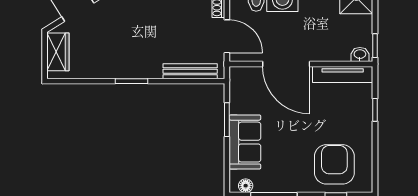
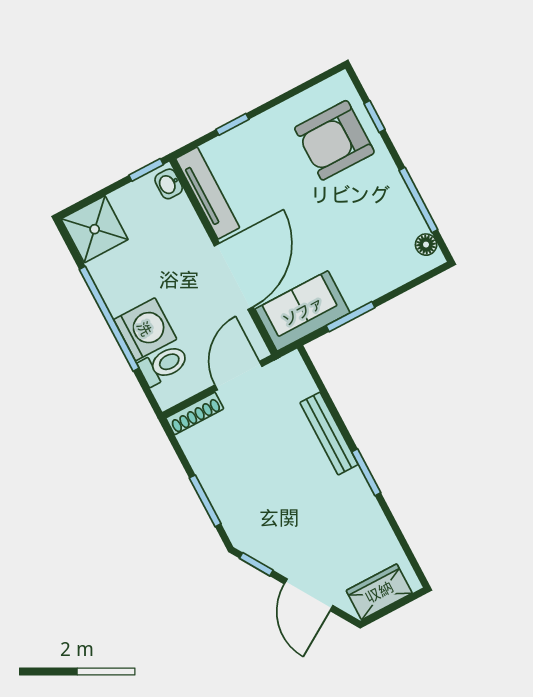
bench: (190, 71) -> (329, 434), moved
sofa: (245, 142) -> (303, 311), moved

